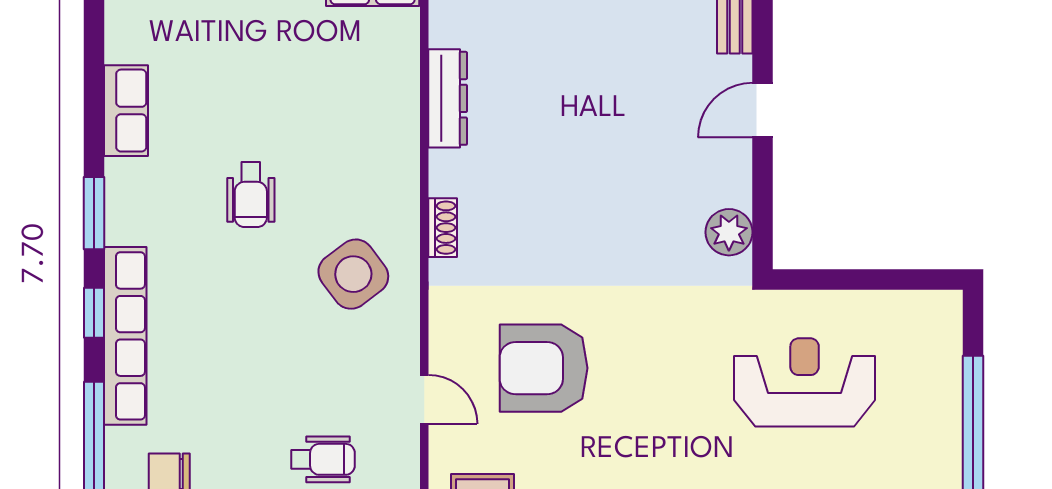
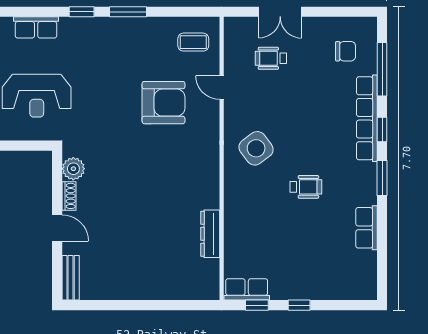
door: (762, 110) -> (57, 228), hinge flipped
wheelchair: (251, 195) -> (306, 187), turned 90
shoe rack: (443, 228) -> (69, 196), moved, turned 180

